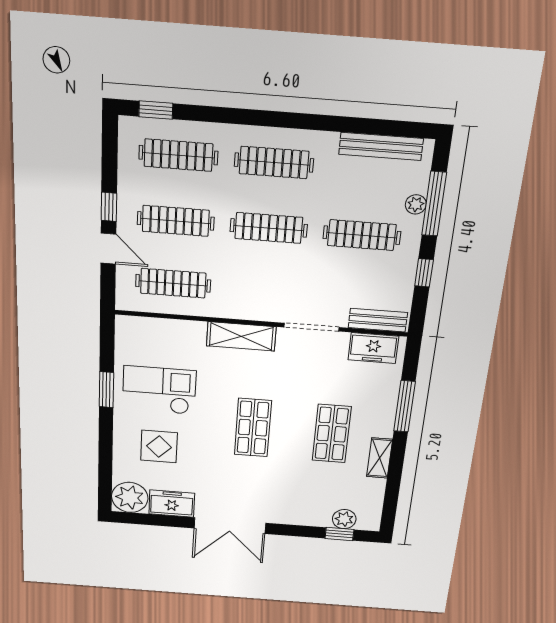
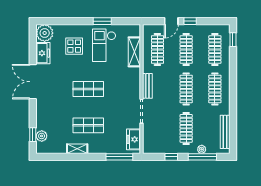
bench: (378, 320) -> (147, 86), moved
shelving: (241, 336) -> (134, 52), moved
checkout: (159, 390) -> (104, 45), turned 180
window: (404, 406) -> (119, 157), moved

